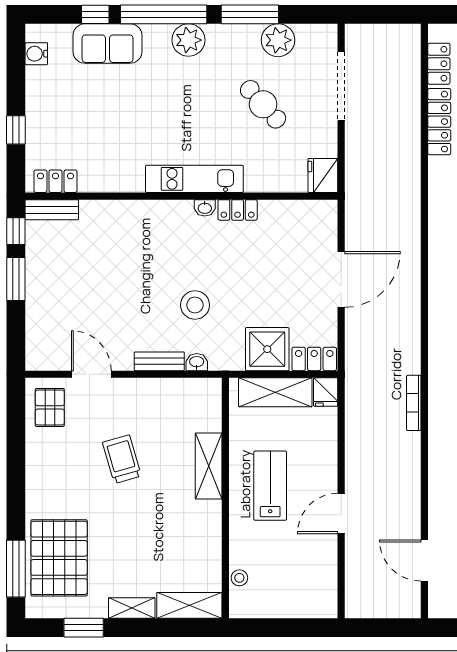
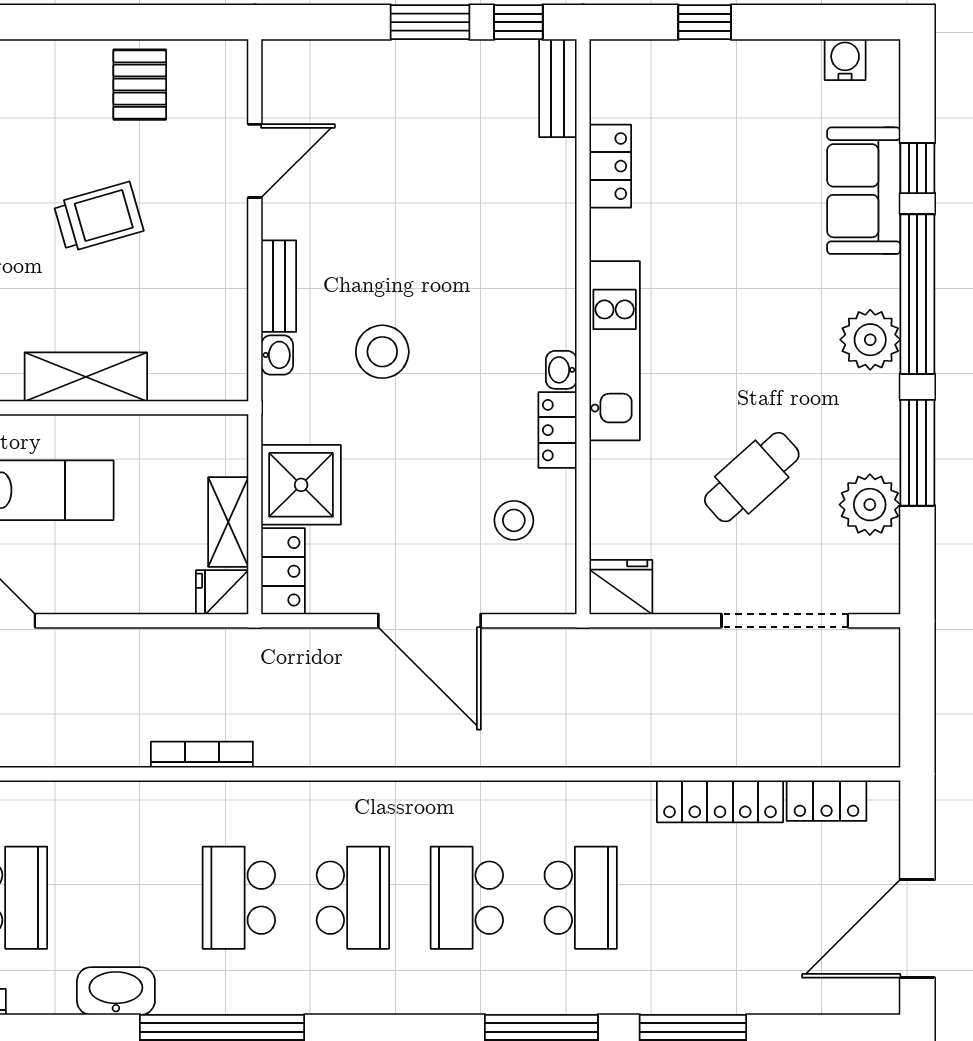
locker: (55, 181) -> (610, 166), moved
stool: (287, 234) -> (514, 520), added
shelving: (275, 392) -> (228, 522), width x0.67, depth x0.75
pallet: (50, 407) -> (140, 85), moved, turned 90

